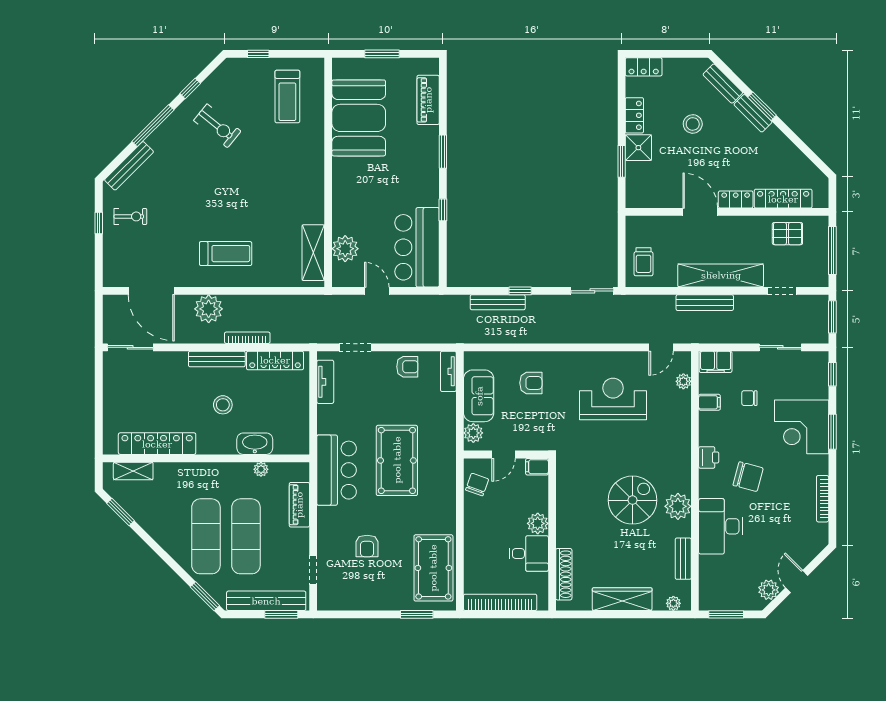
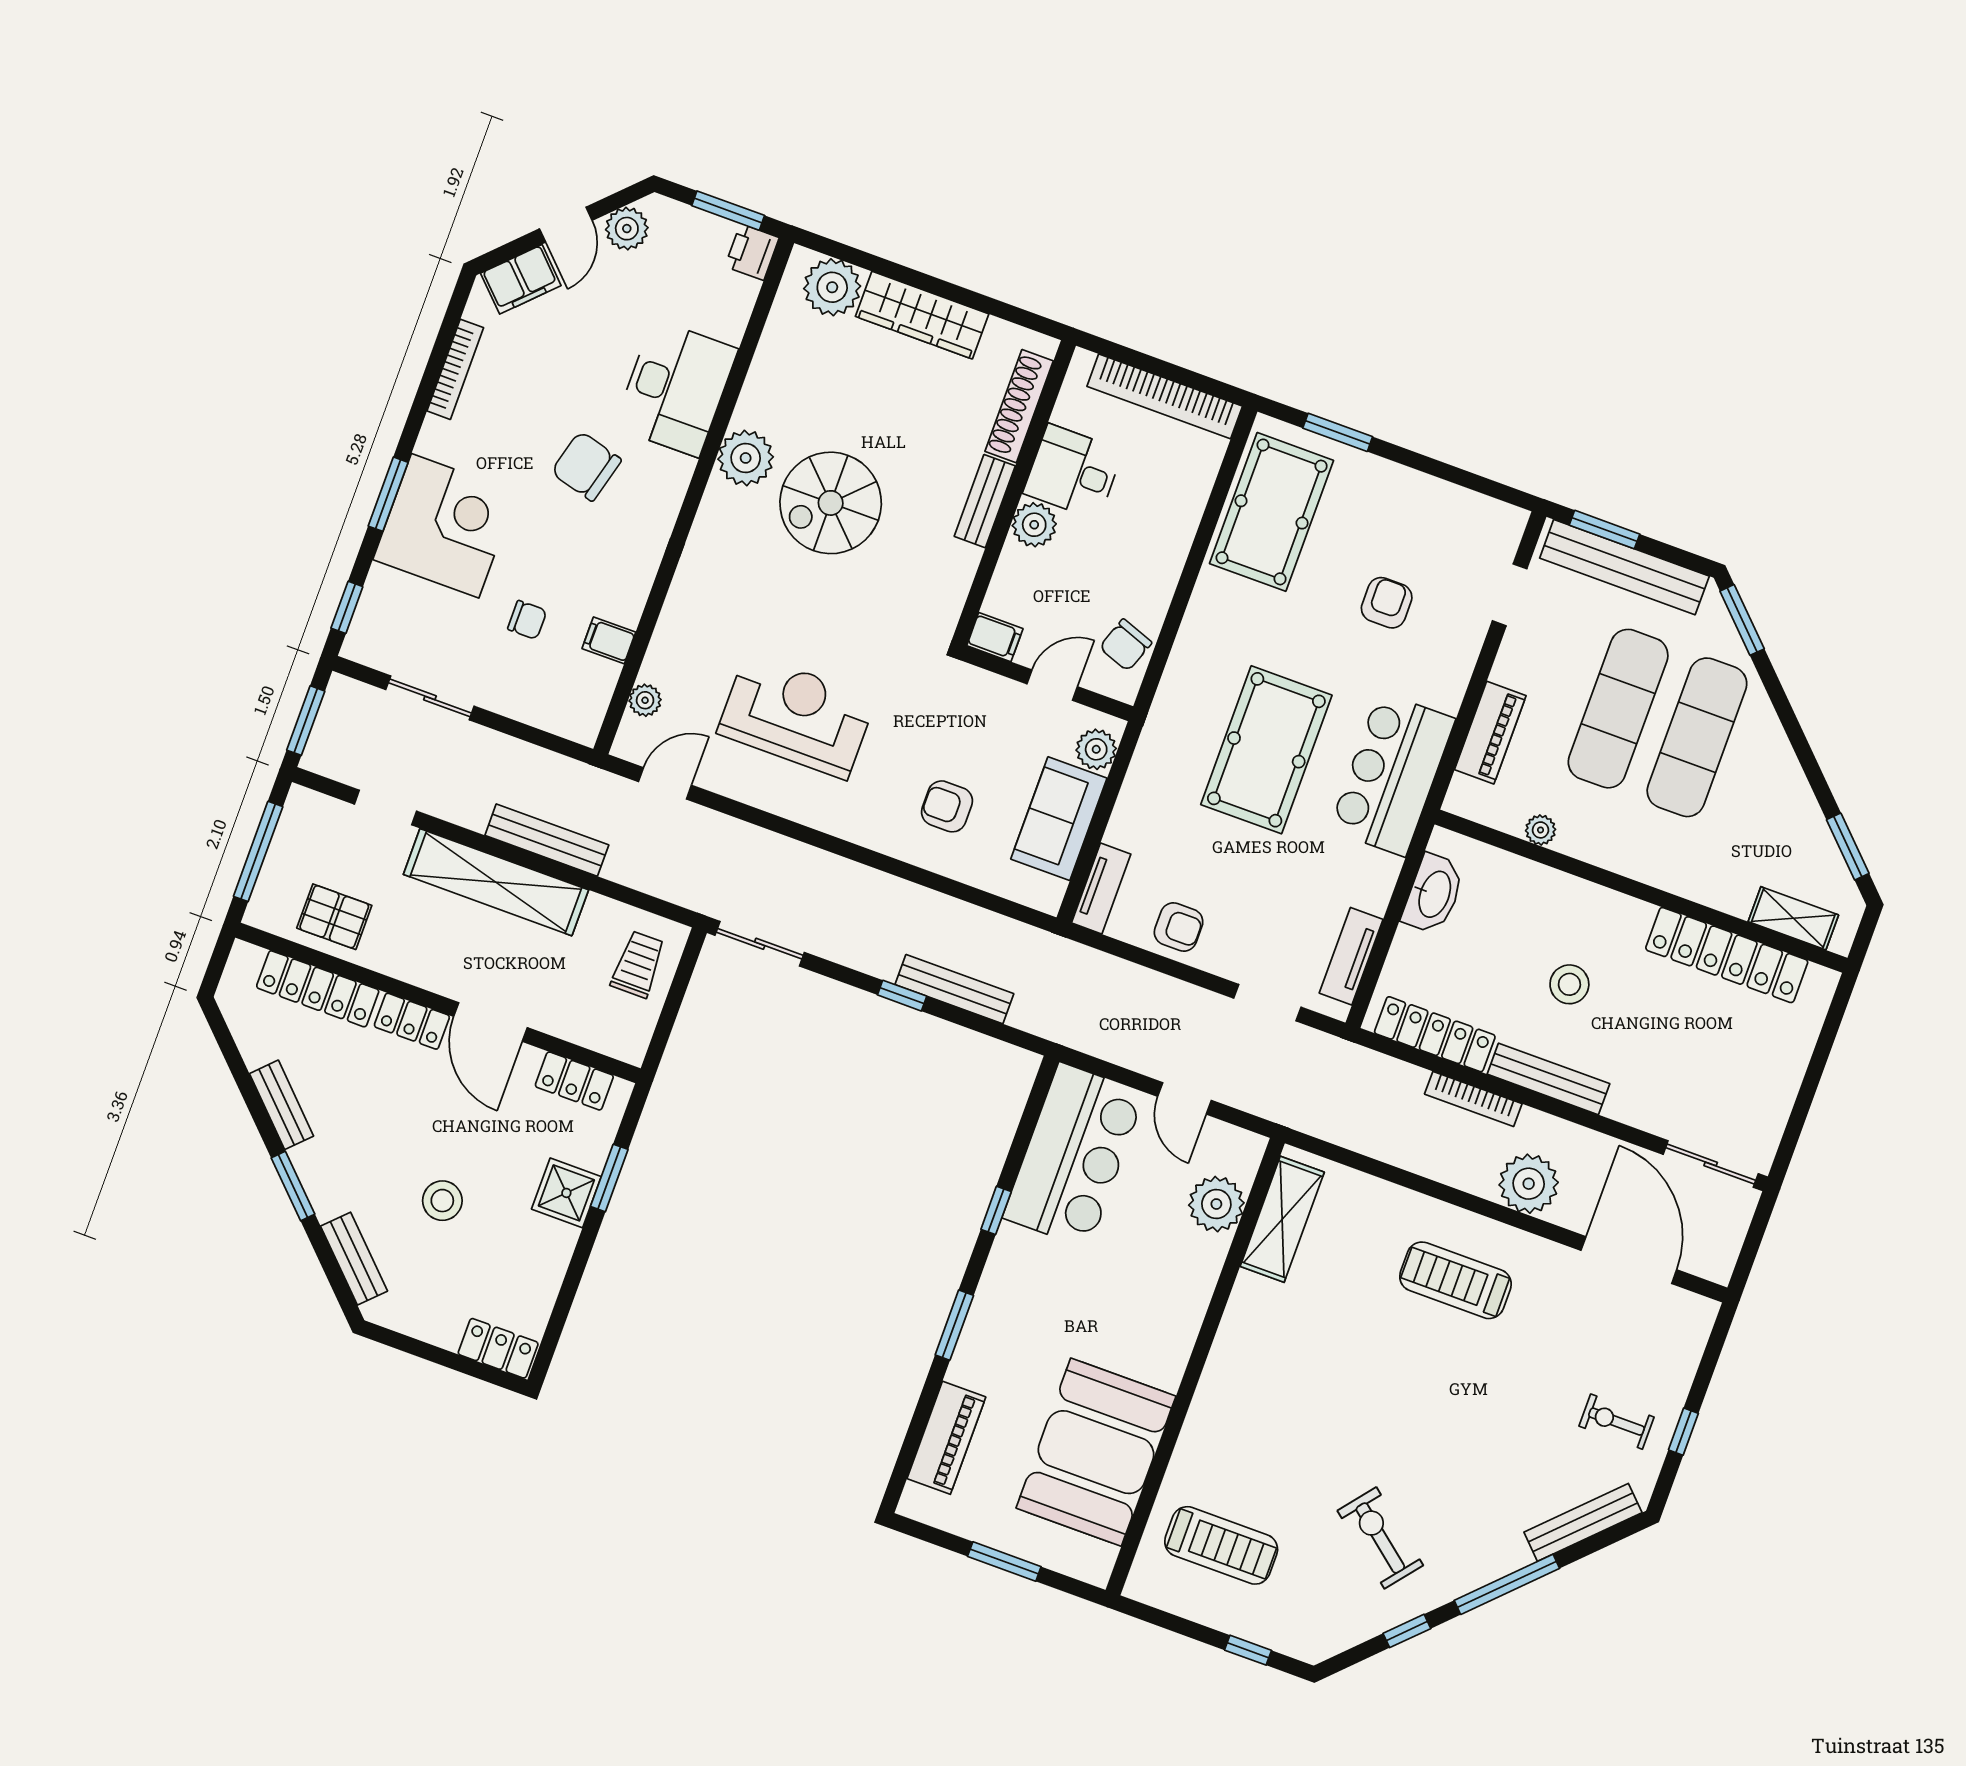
treadmill: (287, 96) -> (1221, 1545), turned 90
bench: (753, 113) -> (282, 1105), moved
locker: (634, 115) -> (574, 1081), moved, turned -90
filing cabinet: (716, 362) -> (521, 279), moved, turned 135
armchair: (407, 367) -> (1179, 927), turned 180
reception desk: (613, 399) -> (796, 716), turned 180
washbasin: (255, 444) -> (1433, 894), moved, turned -90
printer: (709, 457) -> (752, 252), moved
bench: (683, 559) -> (985, 501), moved
plant: (673, 603) -> (832, 287), width x1.88, depth x1.88

